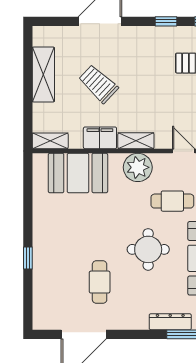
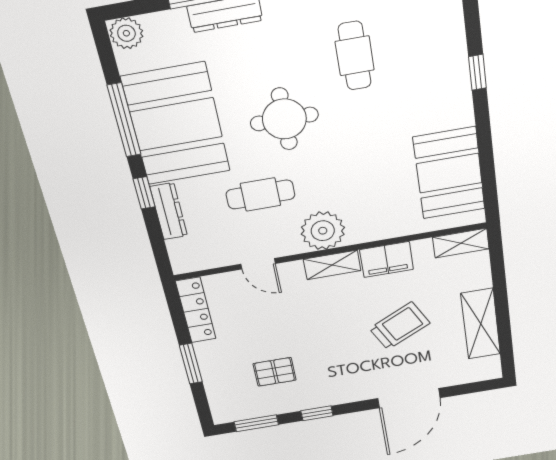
trolley: (98, 84) -> (400, 326), turned -70
booth: (78, 173) -> (449, 173), moved, turned 90

